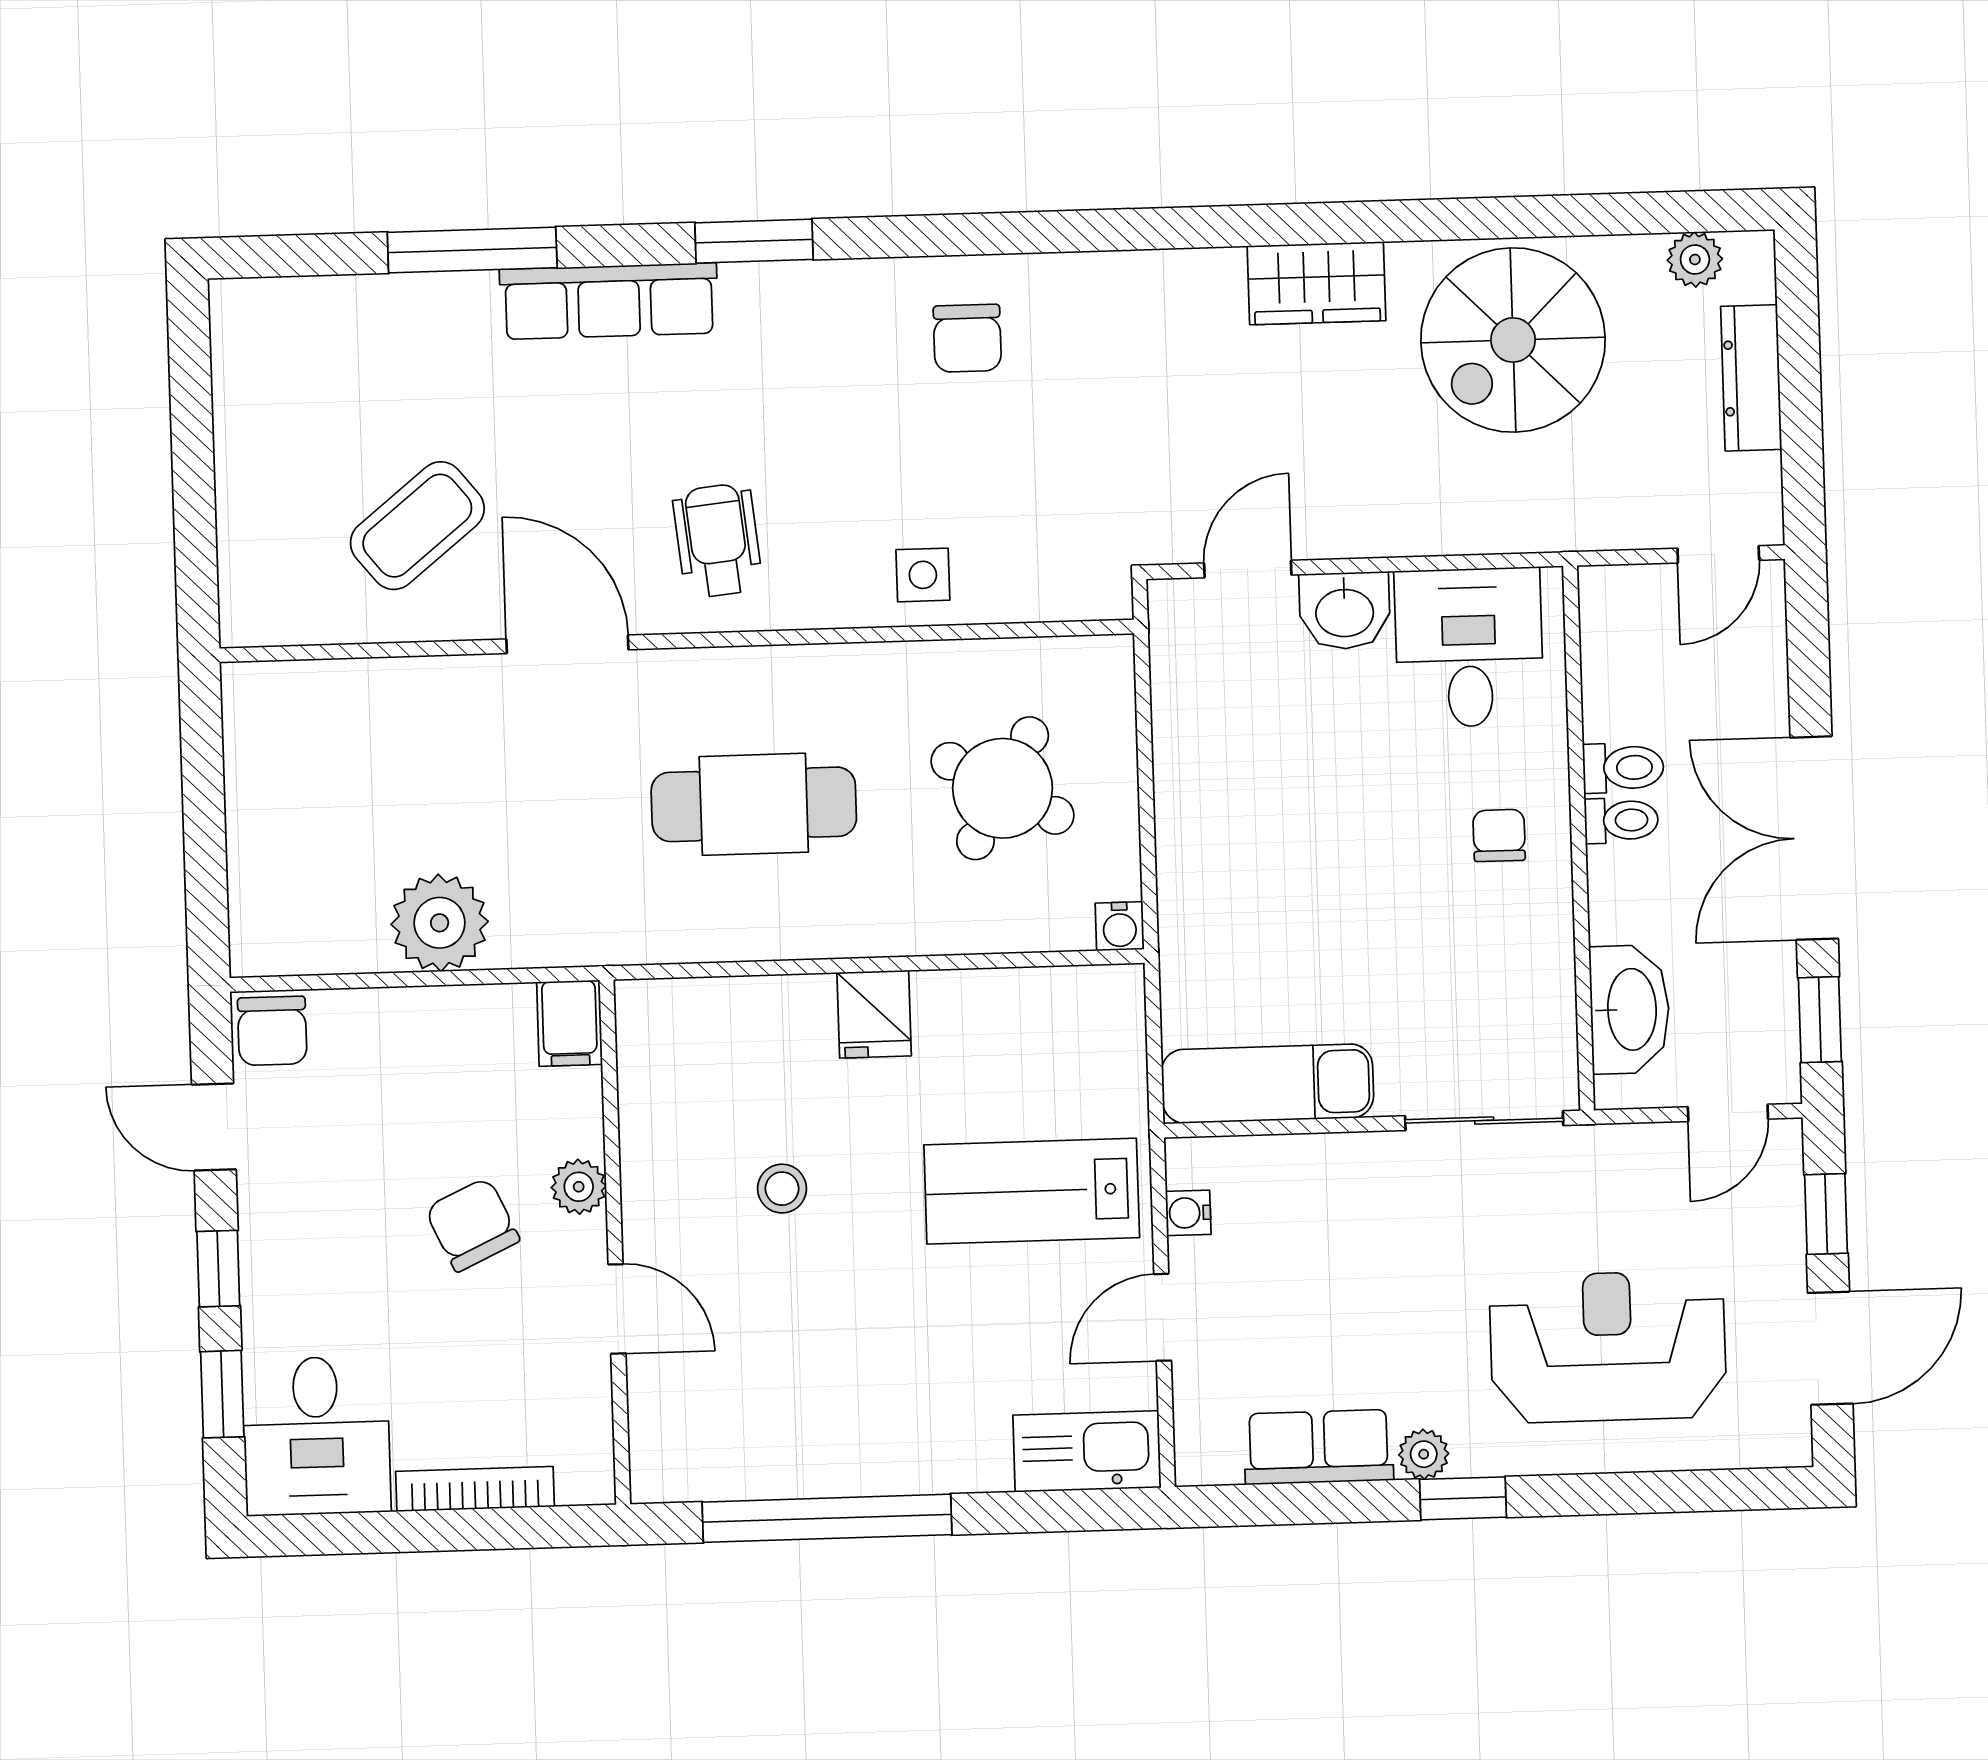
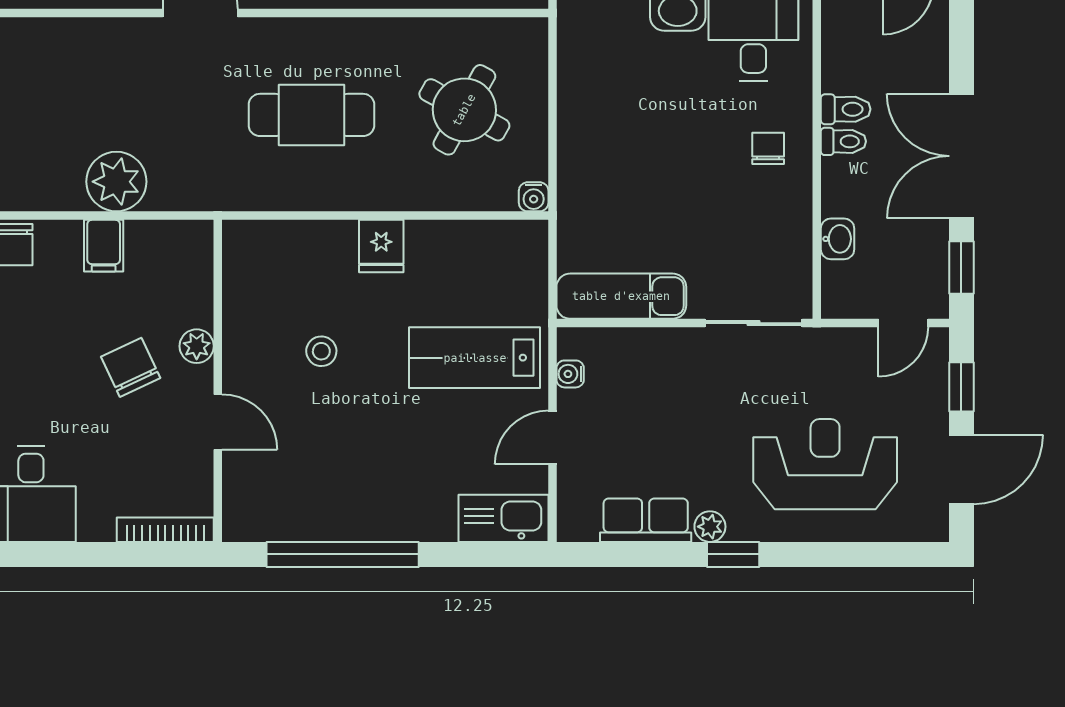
washbasin: (1630, 1009) -> (838, 239), width x0.52, depth x0.69
filing cabinet: (569, 1023) -> (104, 246), moved
bookcase: (475, 1489) -> (165, 530), moved

